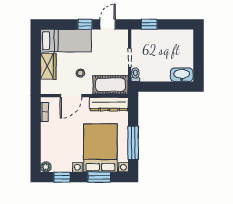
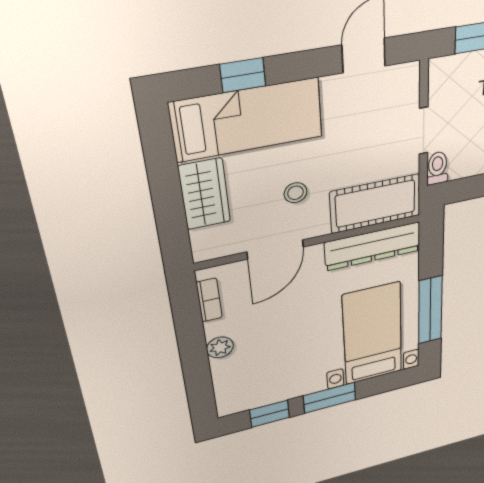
window: (85, 24) -> (243, 75), moved
bed with nightstands: (100, 148) -> (373, 334), width x0.73
plant: (46, 167) -> (220, 347), moved
window: (99, 177) -> (330, 398), moved

